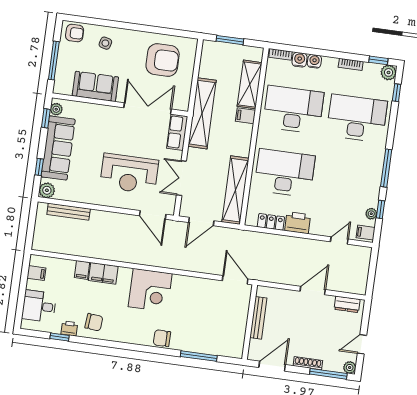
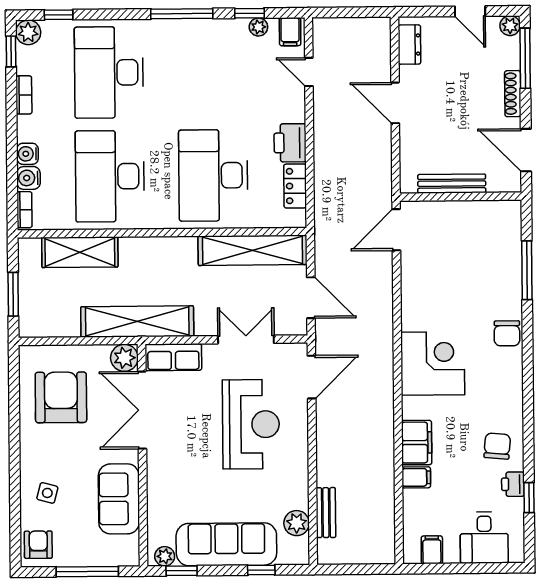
plant: (181, 102) -> (124, 358), added
filing cabinet: (245, 116) -> (131, 251), removed
double door: (181, 178) -> (246, 340), swing flipped
plant: (47, 190) -> (297, 523), moved
bench: (69, 212) -> (326, 513), width x0.73

